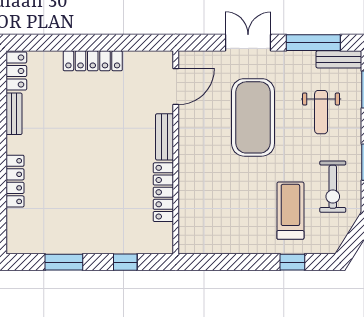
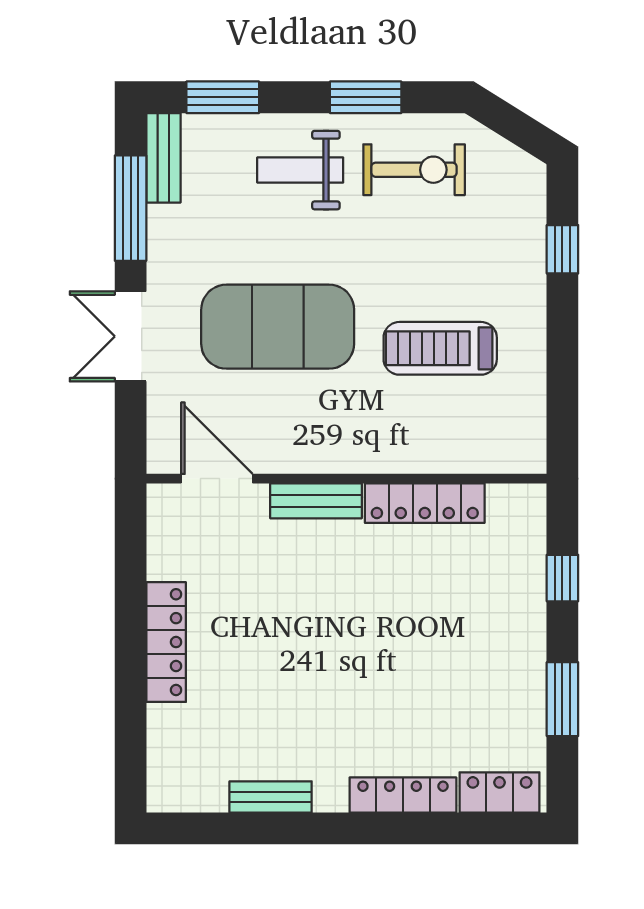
locker: (16, 71) -> (499, 793), moved
weight bench: (321, 112) -> (300, 170), moved, turned 180
treadmill: (290, 211) -> (440, 348), moved

